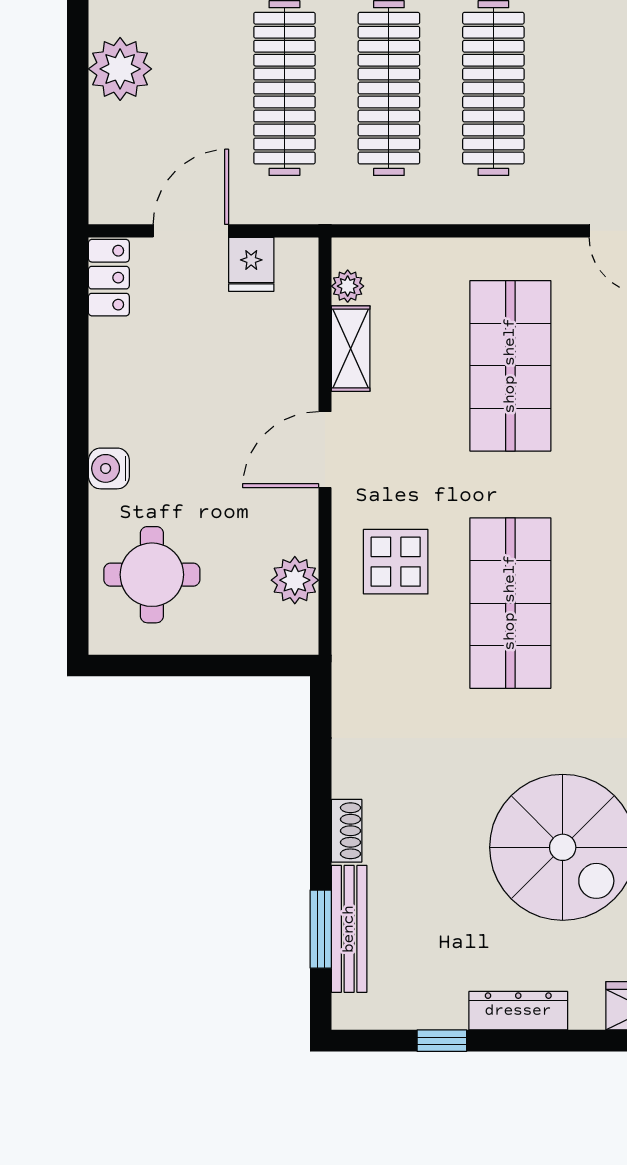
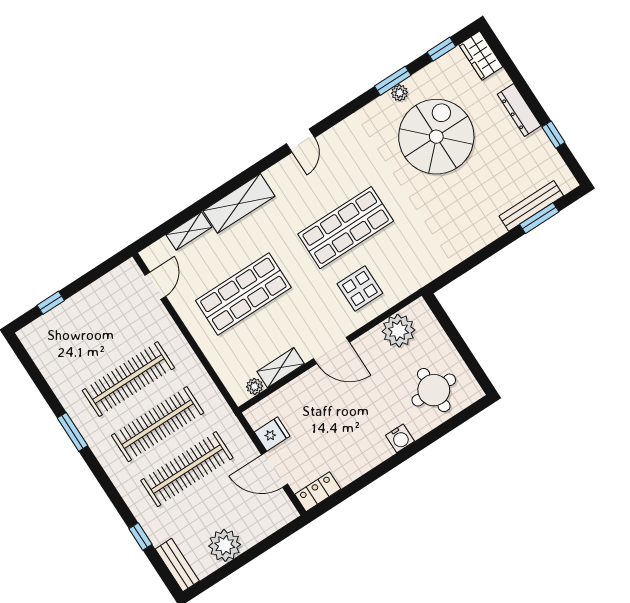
plant: (295, 580) -> (399, 331), width x1.36, depth x1.36
shoe rack: (347, 831) -> (490, 234), removed

